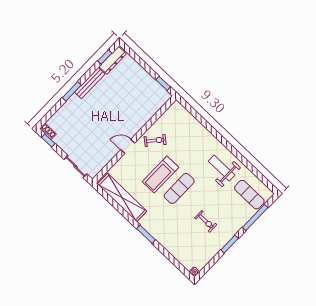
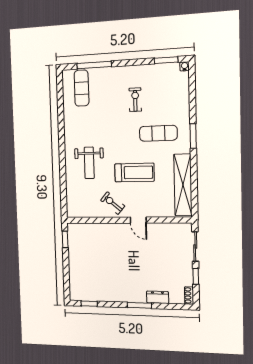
dresser: (113, 60) -> (158, 297), moved, width x0.70
bench: (90, 83) -> (119, 297), removed
window: (48, 140) -> (196, 276), moved
weight bench: (222, 168) -> (89, 163), moved
exercise mat: (179, 188) -> (158, 133), moved
window: (230, 244) -> (166, 60), moved

